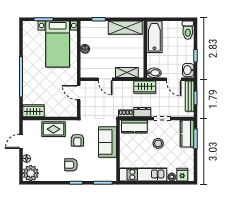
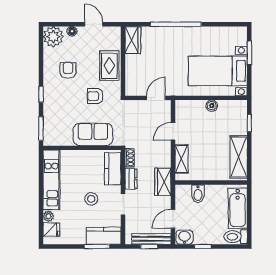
bathtub: (154, 37) -> (238, 208), moved, turned 90
bidet: (154, 73) -> (198, 194), moved
armchair: (71, 165) -> (68, 70), moved

